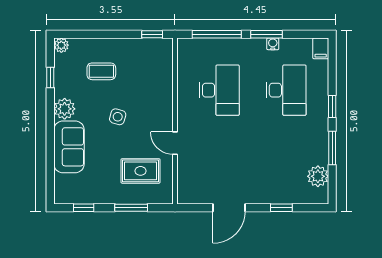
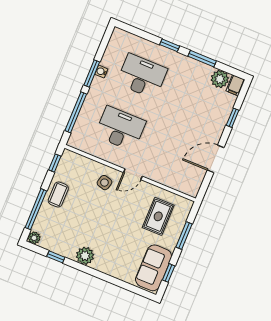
window: (93, 34) -> (36, 209), added
filing cabinet: (321, 48) -> (235, 85), moved, turned 90
coffee table: (101, 71) -> (58, 195), moved
side table: (118, 117) -> (104, 183), moved
door: (175, 143) -> (133, 174), moved
sofa: (69, 147) -> (154, 268), moved, turned -90
door: (229, 208) -> (216, 159), swing flipped

